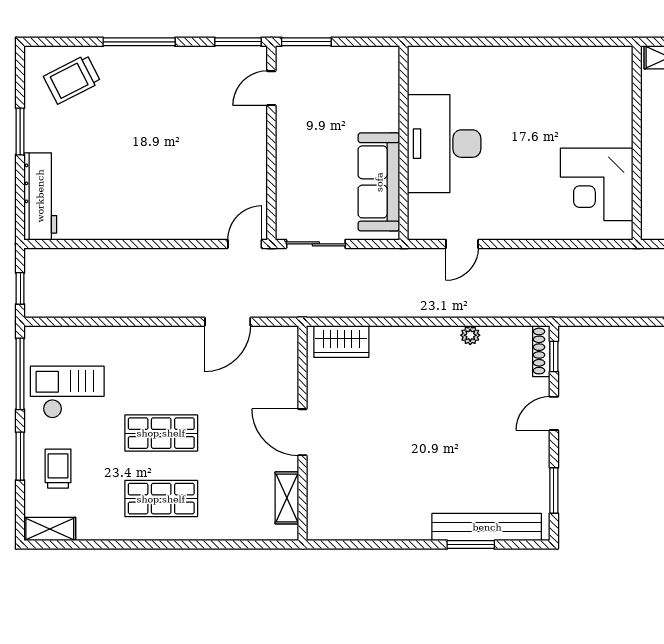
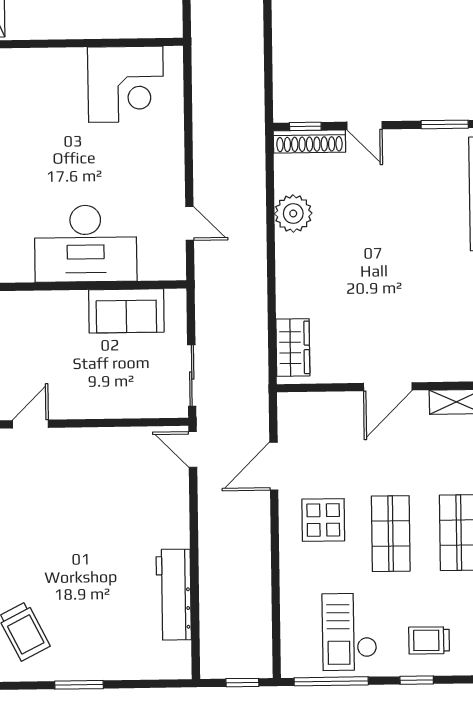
door: (271, 88) -> (30, 424), swing flipped
sofa: (379, 182) -> (126, 311), width x0.73
workbench: (40, 196) -> (174, 595), moved, turned -90
door: (228, 322) -> (274, 466), swing flipped
plant: (470, 335) -> (293, 213), width x1.88, depth x1.88
shoe rack: (541, 351) -> (309, 141), width x1.36, depth x1.24
display table: (175, 368) -> (323, 520), added
window: (20, 456) -> (417, 680), width x0.67

